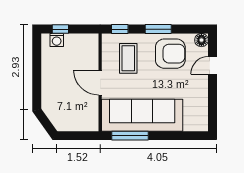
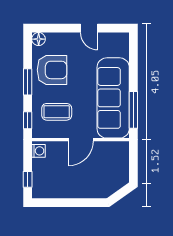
washing machine: (57, 40) -> (38, 151), moved
armchair: (170, 54) -> (52, 70), turned 90
door: (212, 65) -> (89, 28), moved

